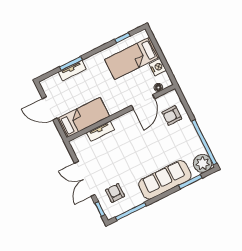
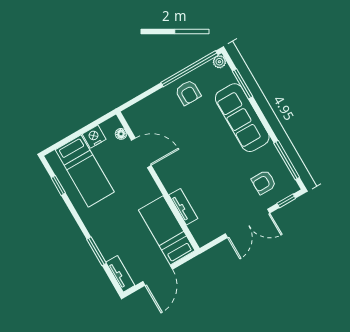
tv unit: (72, 71) -> (120, 274), moved
armchair: (172, 115) -> (188, 93), moved
plant: (203, 163) -> (219, 62), width x0.53, depth x0.53

